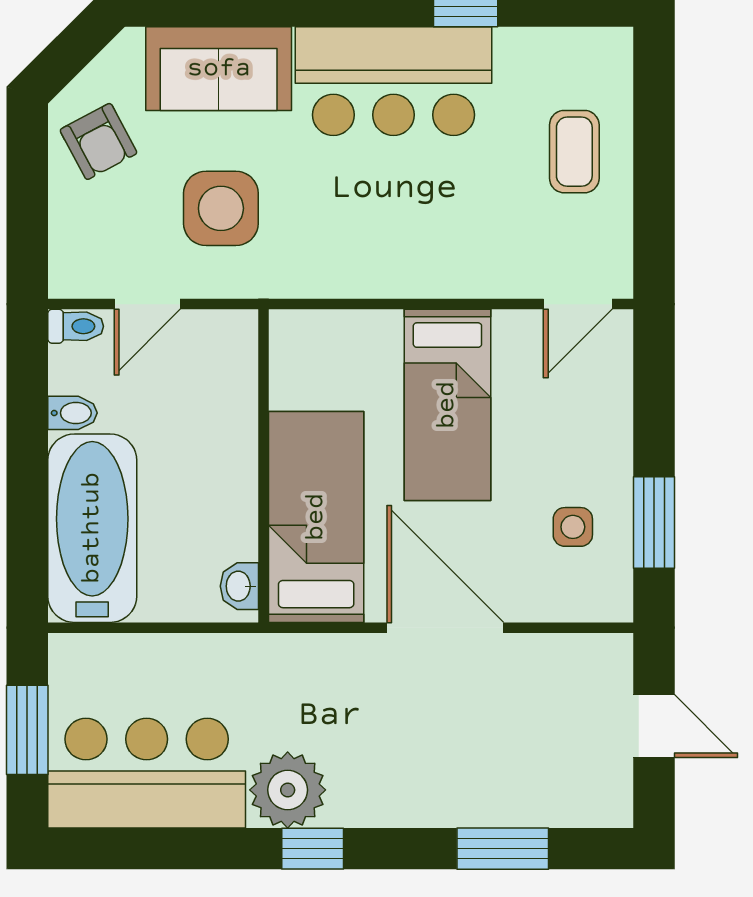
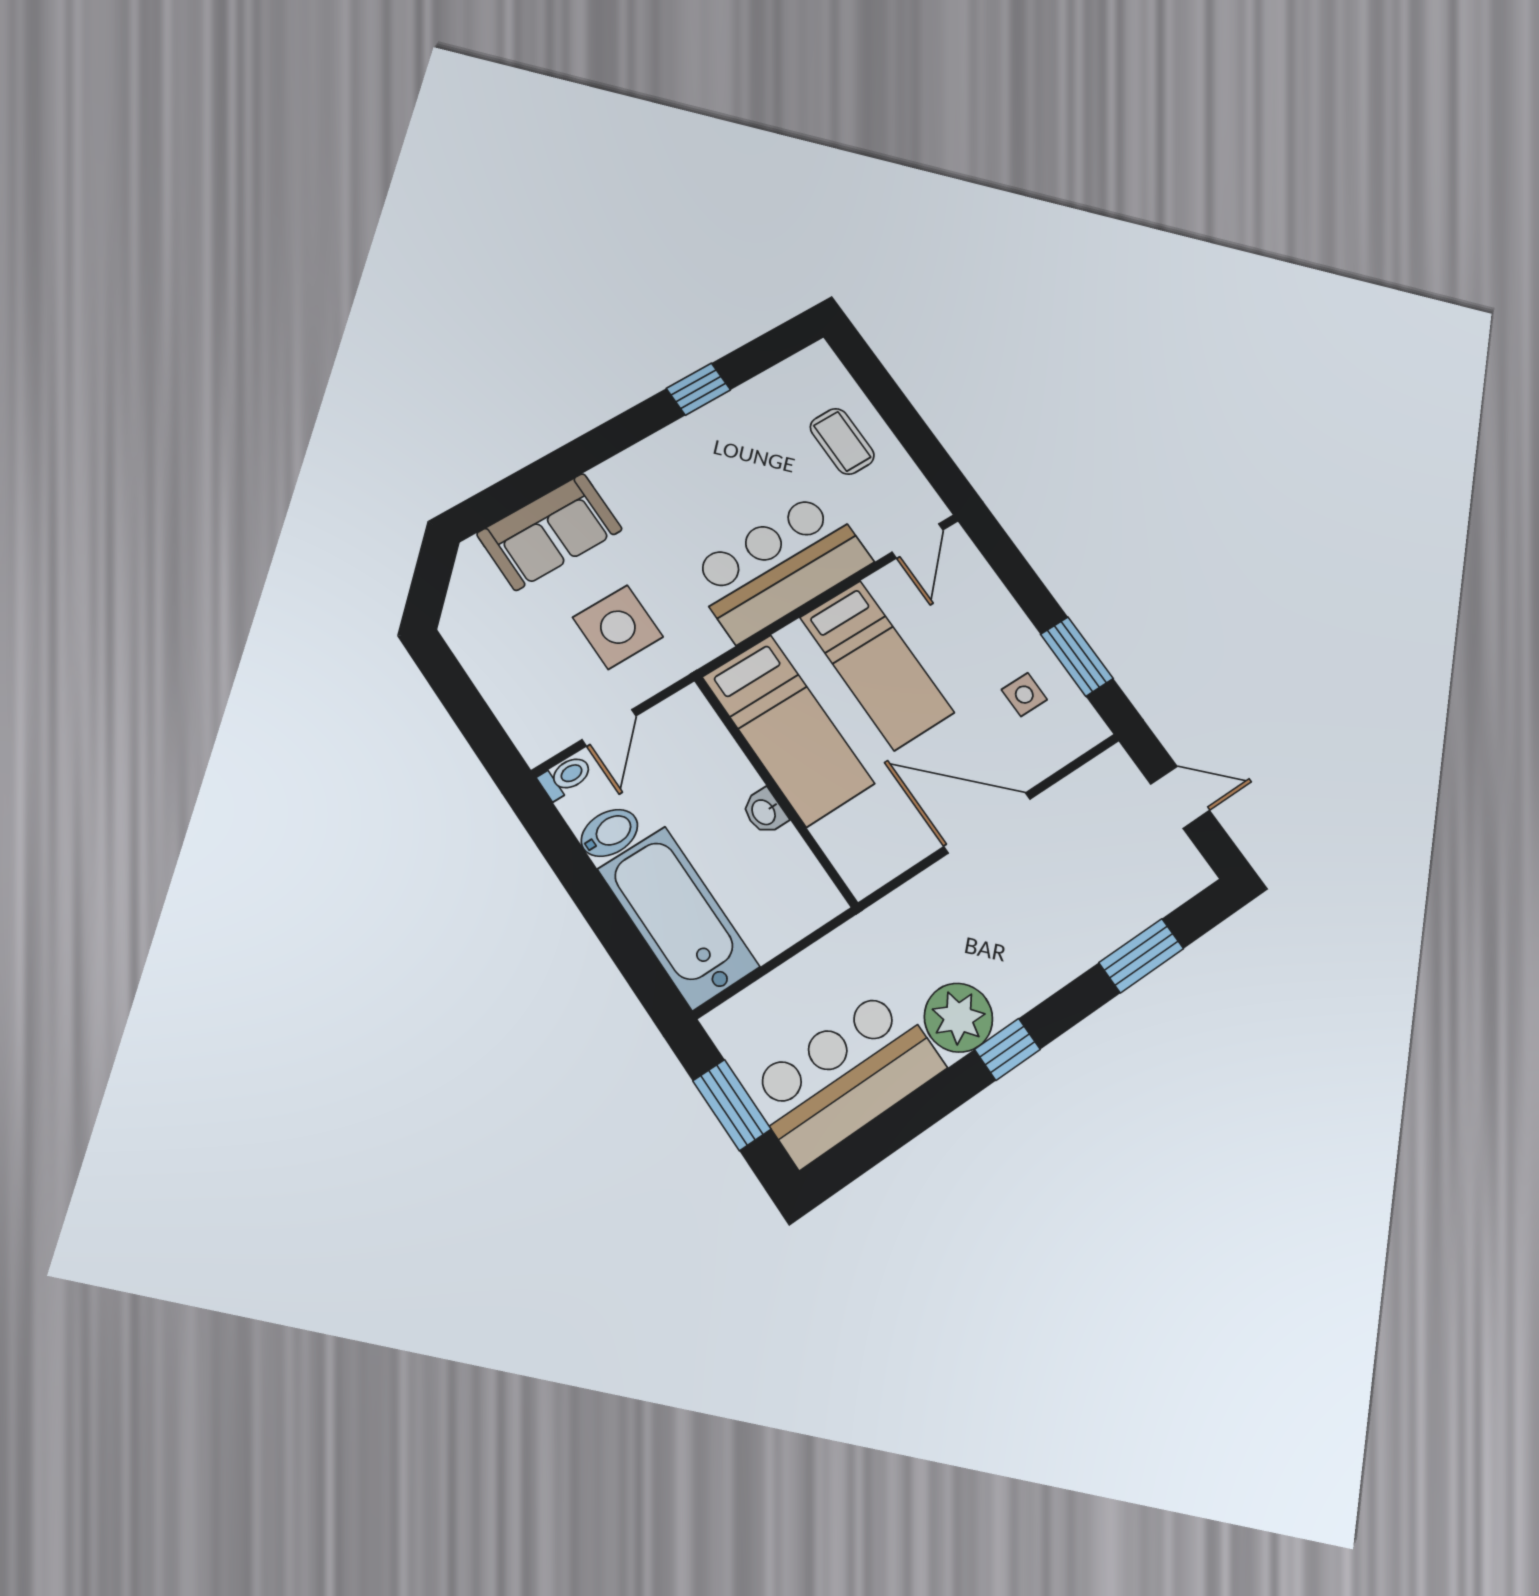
bar counter: (393, 81) -> (780, 566), moved, turned 180
armchair: (98, 141) -> (494, 634), removed
bidet: (72, 413) -> (609, 833), width x1.38, depth x1.36
bed: (316, 517) -> (788, 730), moved, turned 180
washbasin: (239, 586) -> (764, 812), moved

